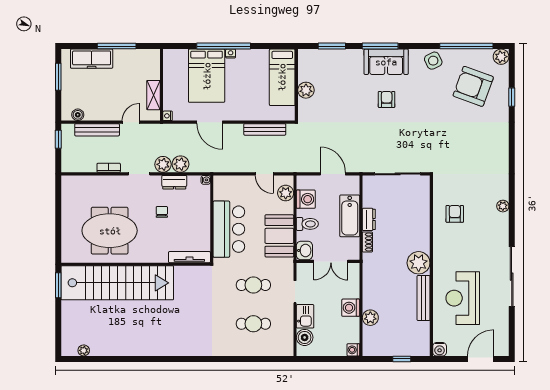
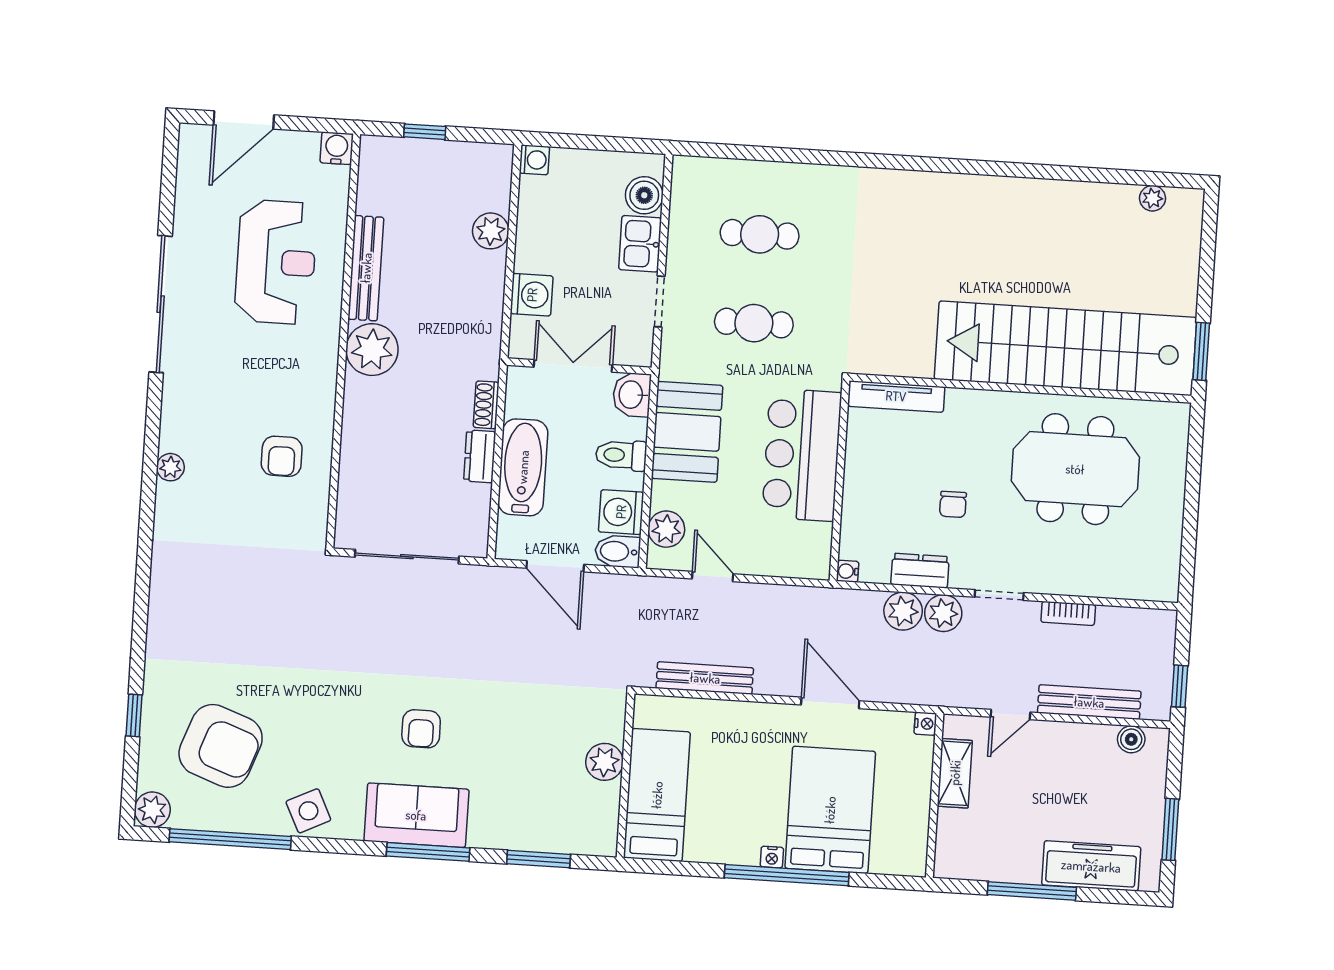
bidet: (306, 182) -> (618, 551), added
washing machine: (351, 308) -> (532, 295), moved

